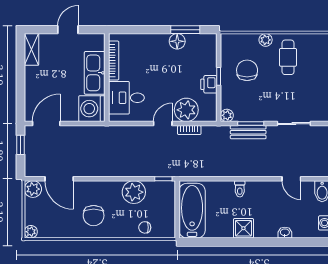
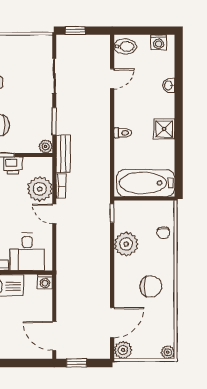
washing machine: (92, 109) -> (45, 282), width x0.53, depth x0.53
bench: (248, 132) -> (63, 154), moved

